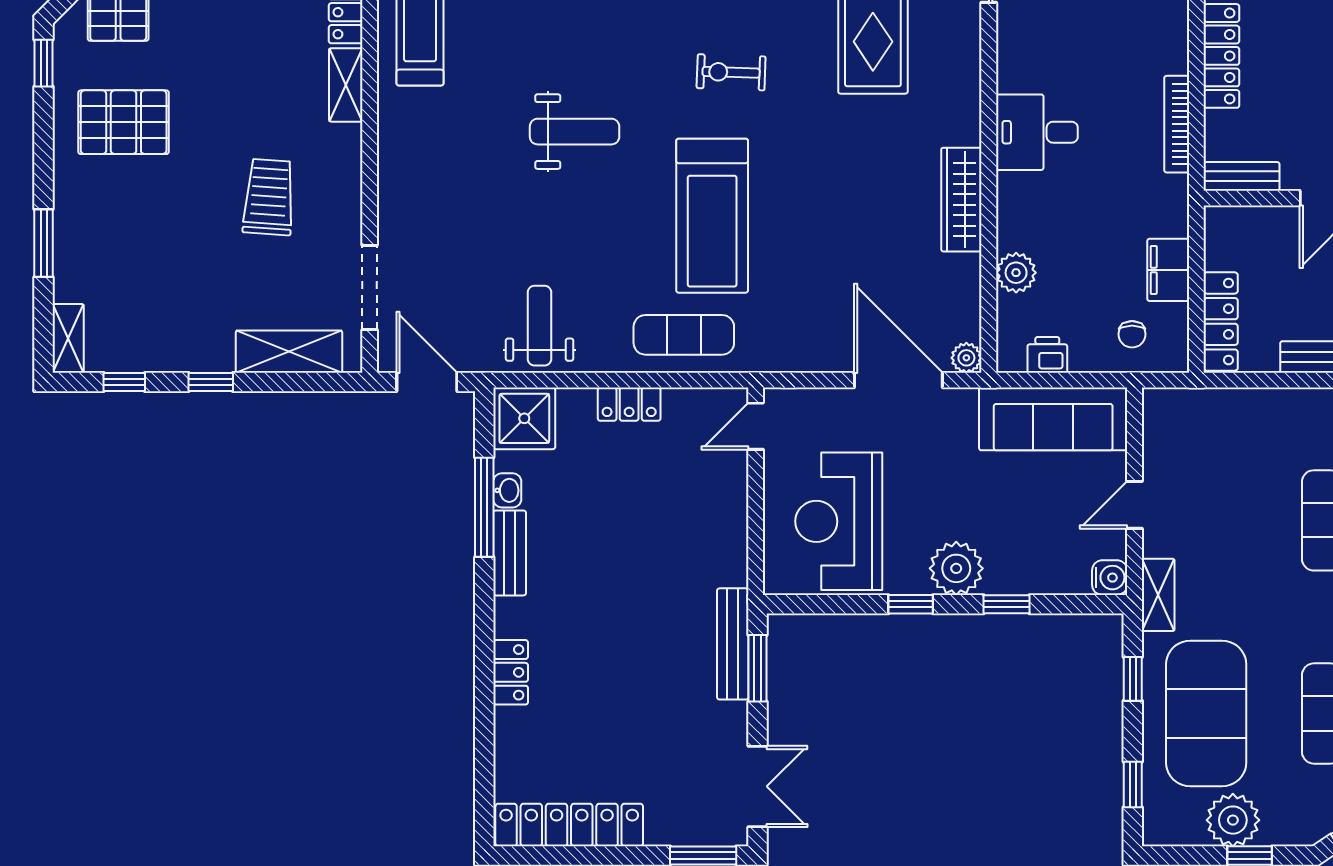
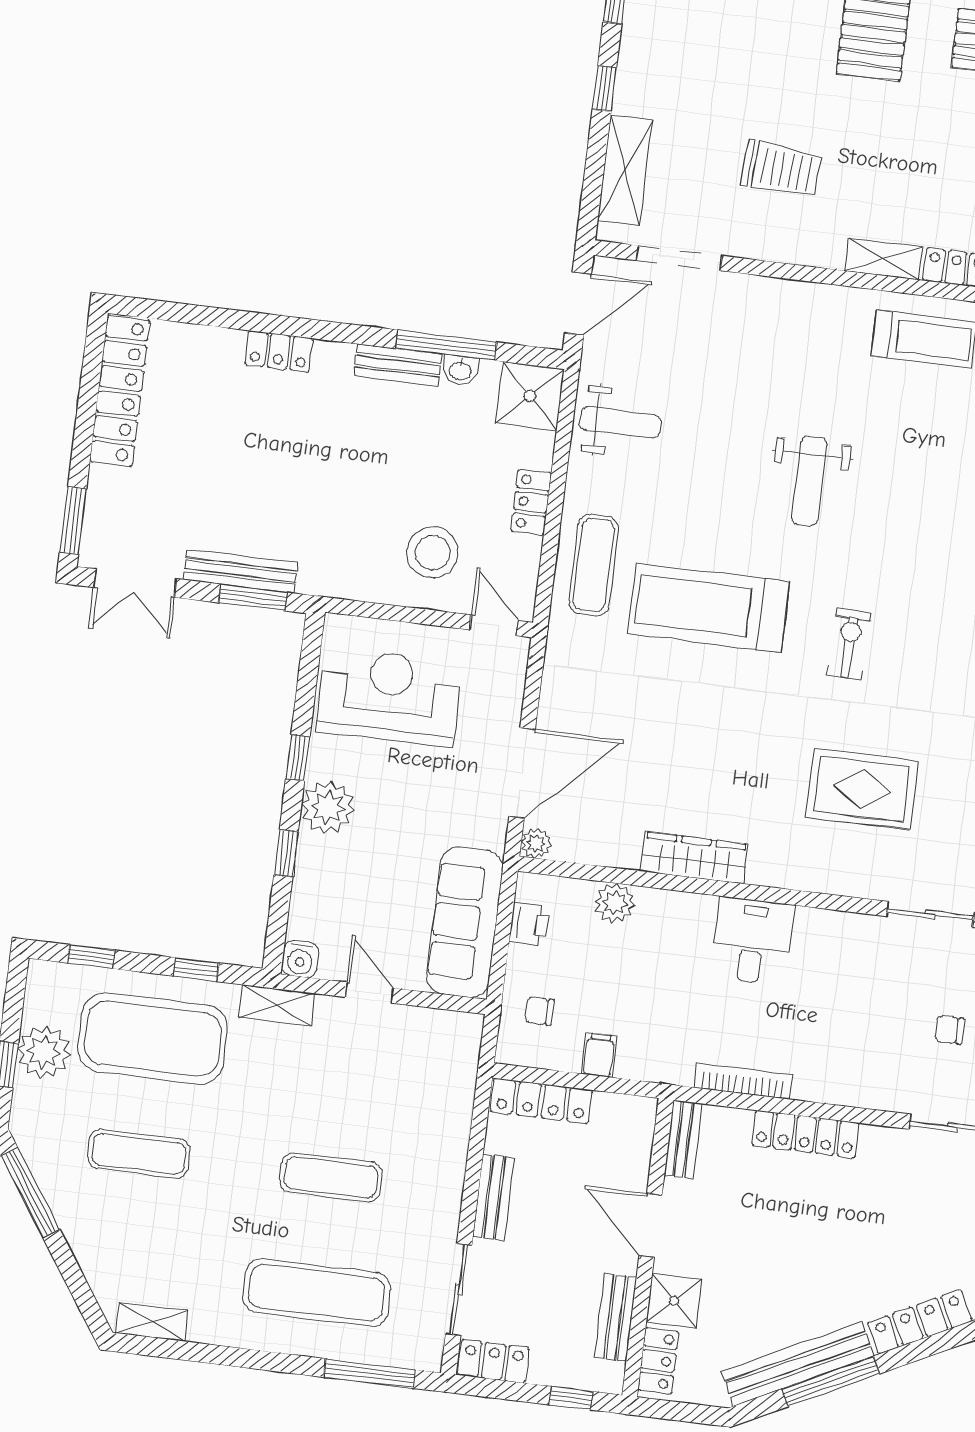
filing cabinet: (1168, 270) -> (599, 1055), width x0.50
stool: (691, 496) -> (433, 552), added
bench: (733, 644) -> (240, 571), moved

